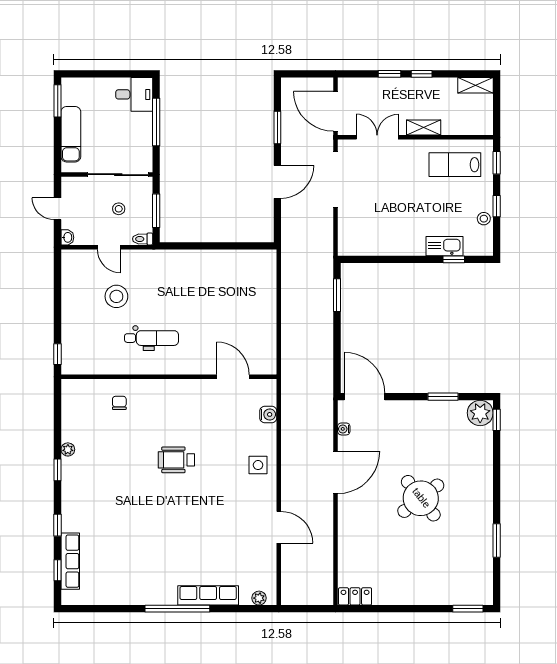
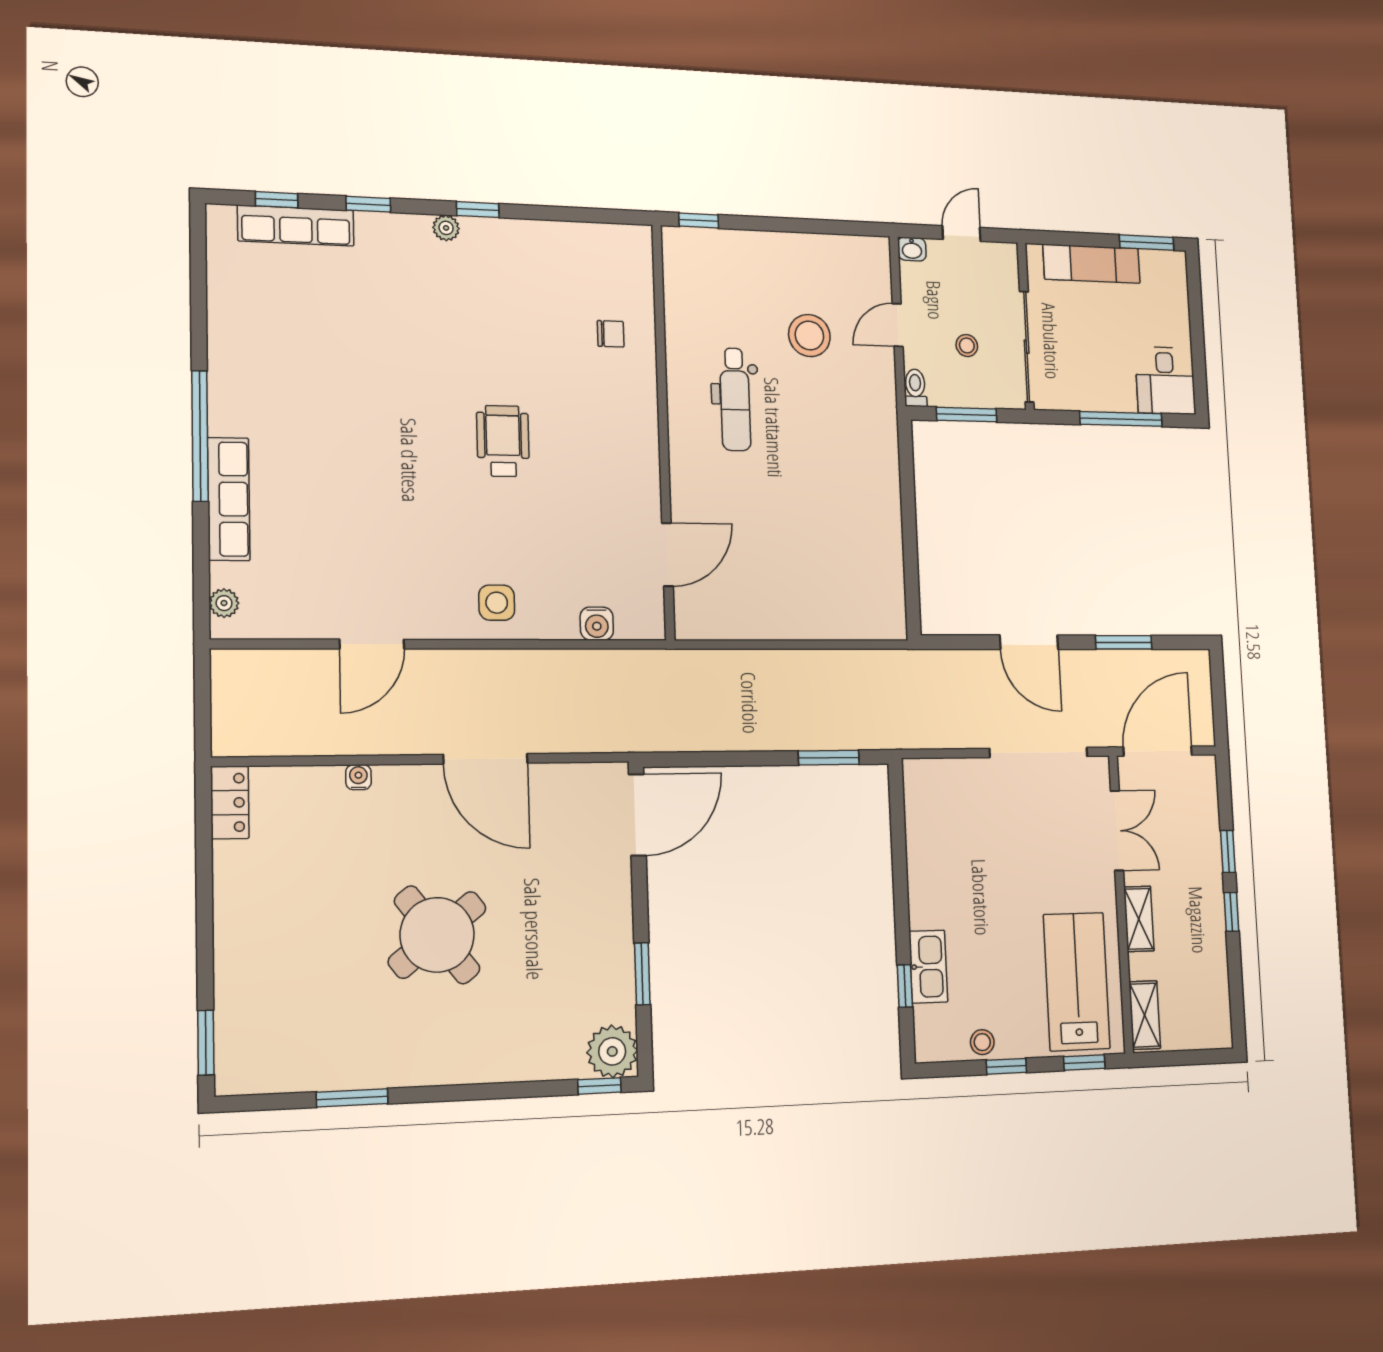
shelving: (475, 85) -> (1145, 1015), moved
lab bench: (455, 165) -> (1077, 981), width x1.36, depth x1.39
water cooler: (344, 429) -> (358, 777), moved
plant: (68, 449) -> (446, 228), moved

